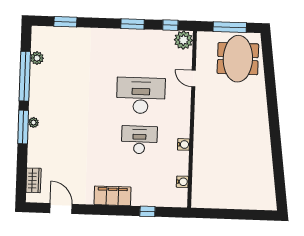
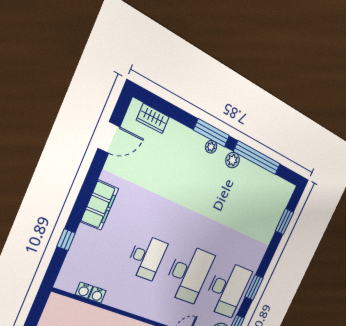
desk: (142, 51) -> (227, 289), added
plant: (37, 58) -> (233, 160), moved
water cooler: (184, 144) -> (97, 295), moved

